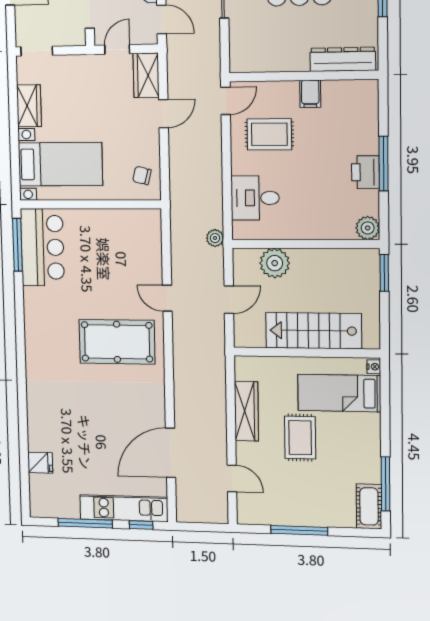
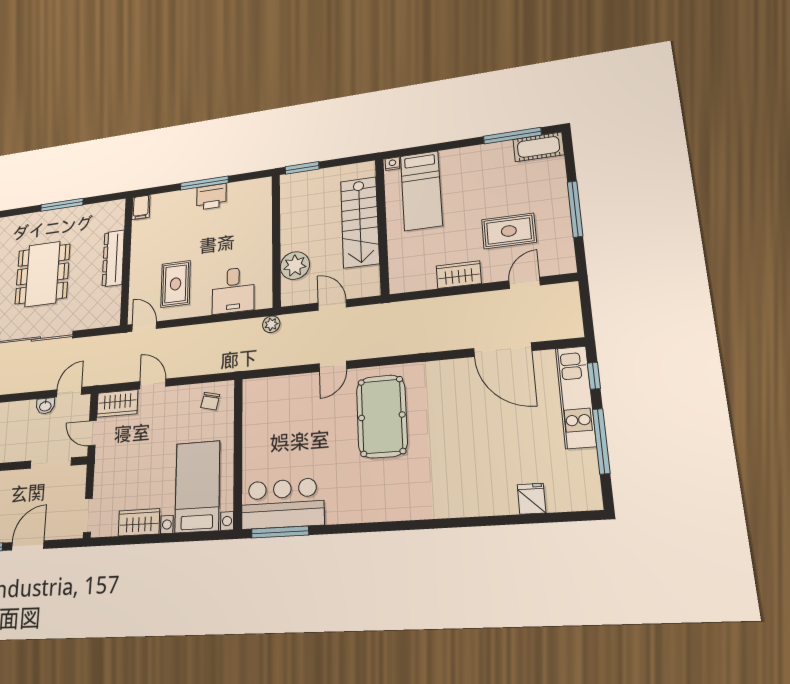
dresser: (343, 59) -> (113, 258), moved
filing cabinet: (310, 94) -> (141, 207), moved, turned 90
plant: (368, 228) -> (261, 188), removed
wardrobe: (246, 411) -> (459, 275), width x0.67
rug: (300, 438) -> (509, 231), moved

